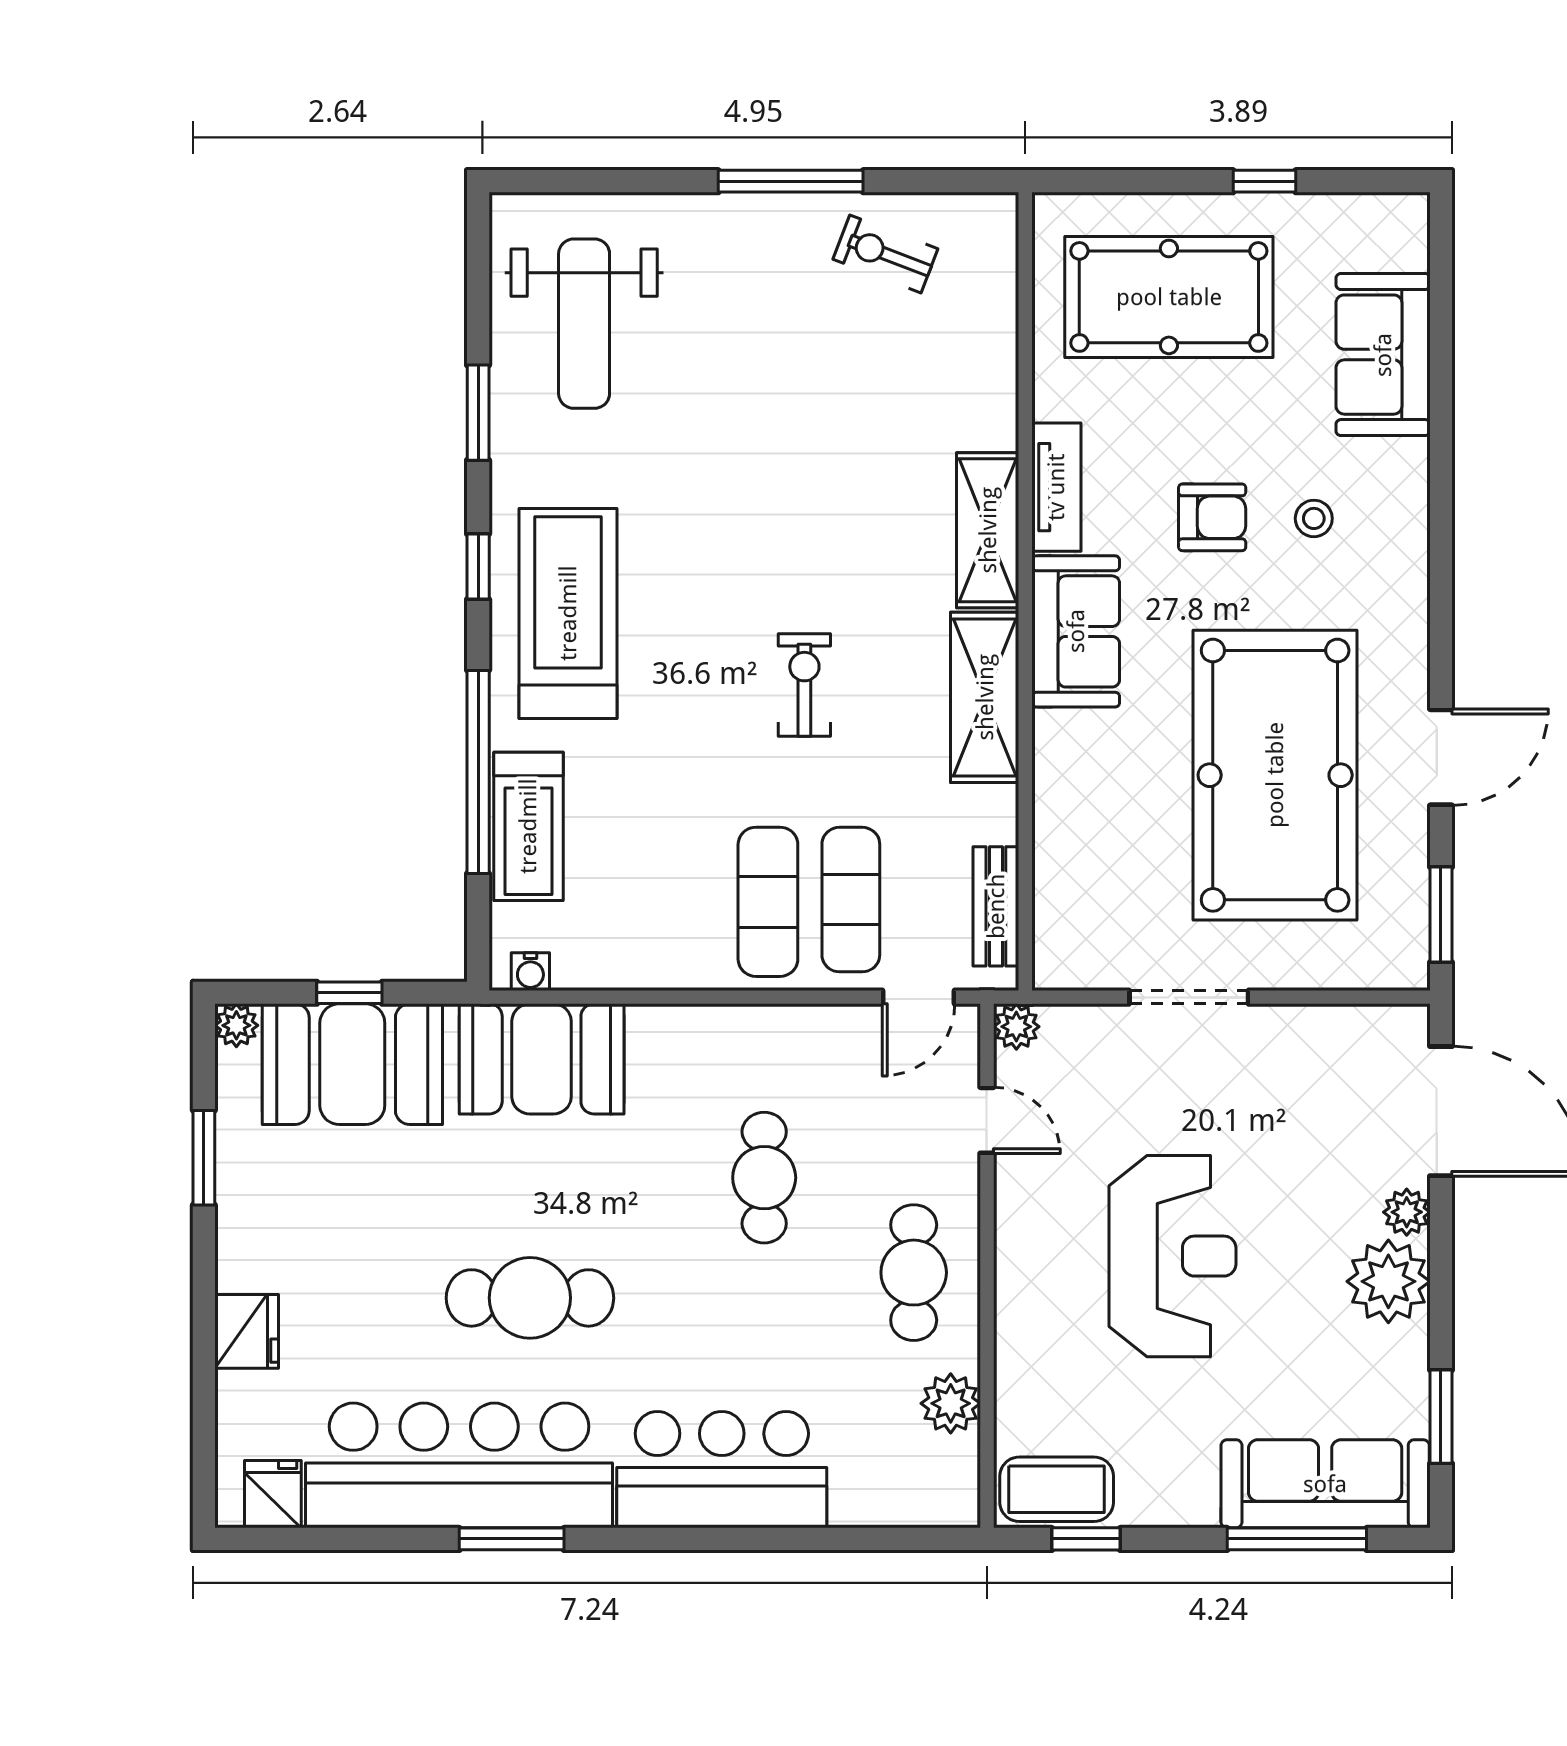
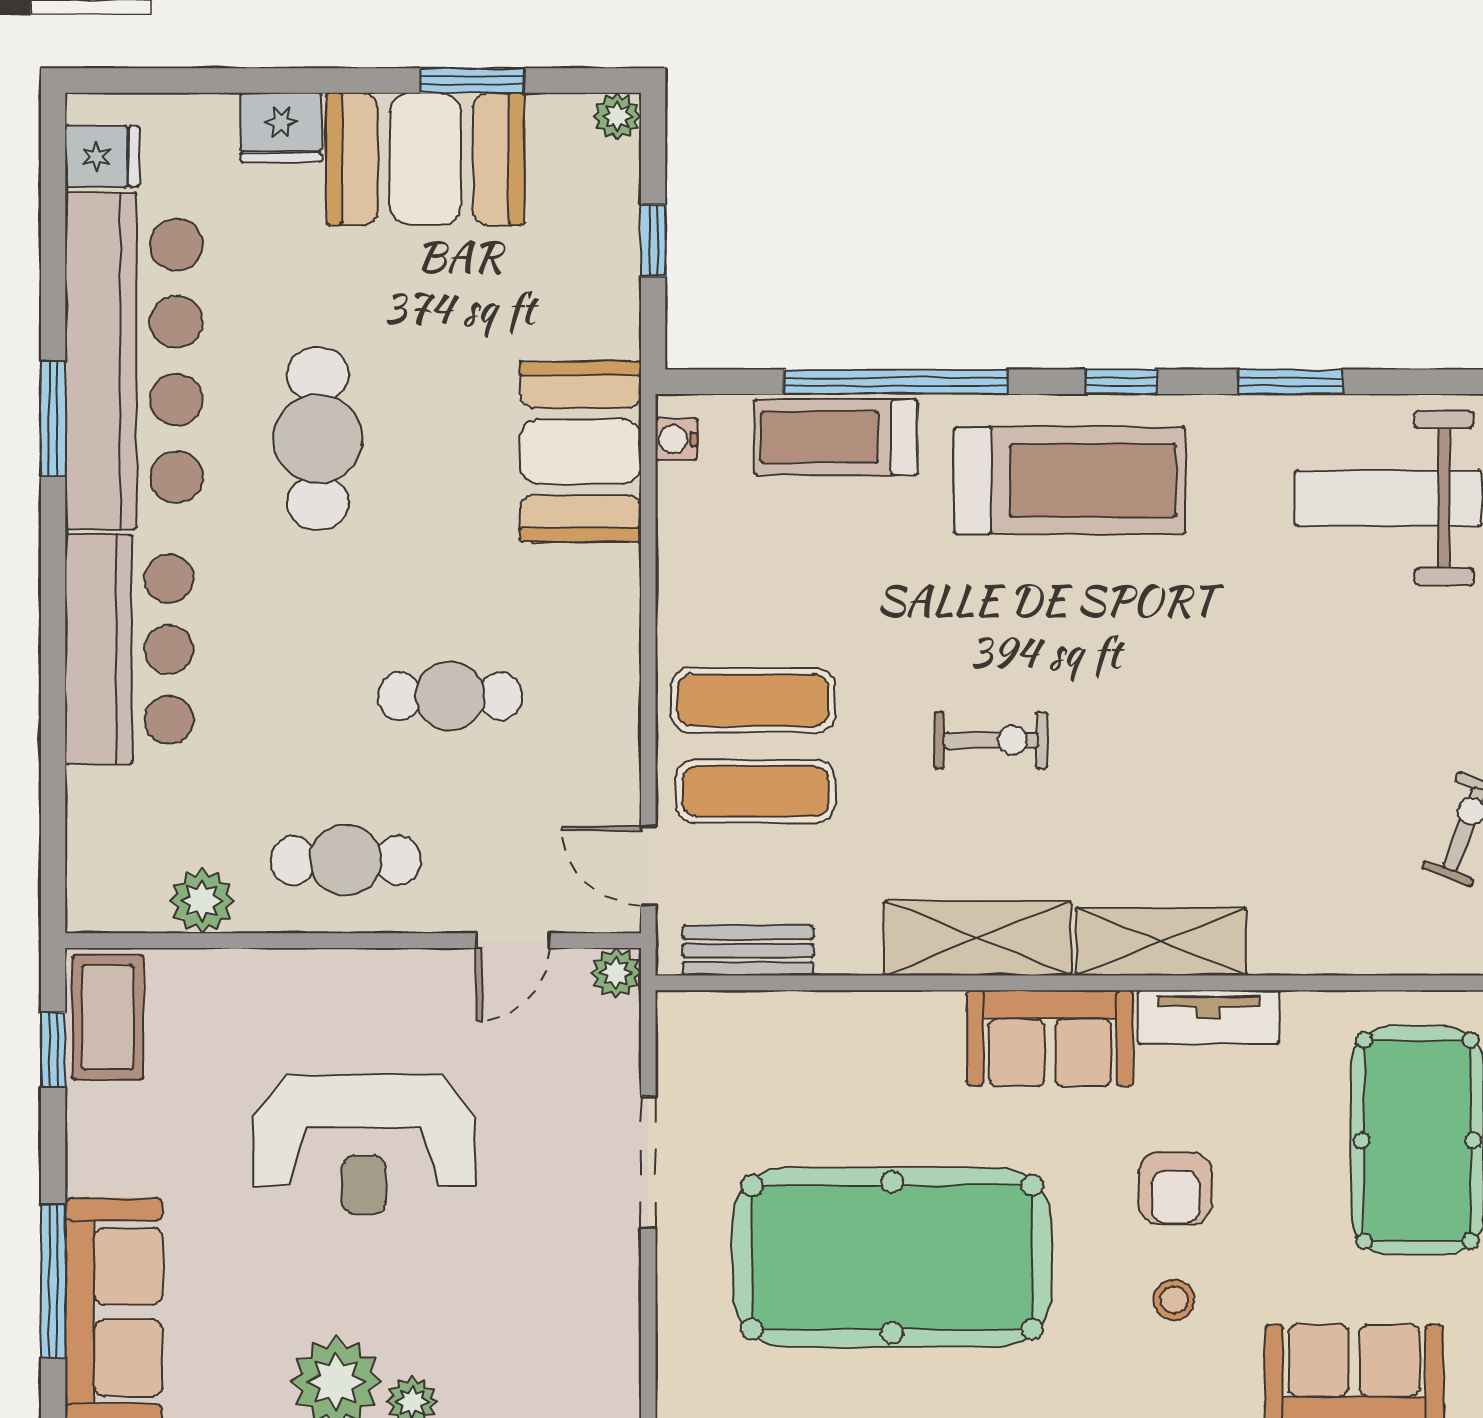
booth: (352, 1064) -> (425, 159), moved, turned 90

